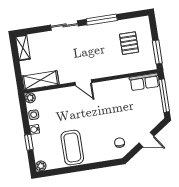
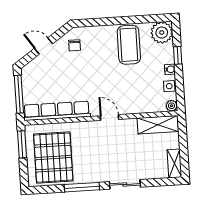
pallet: (129, 43) -> (53, 158), width x2.05, depth x2.00
row of seats: (144, 82) -> (57, 111), width x2.02
plant: (41, 166) -> (162, 33), width x1.88, depth x1.88

